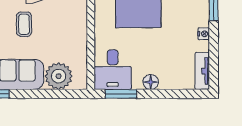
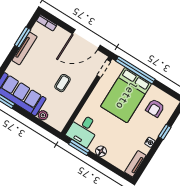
coffee table: (24, 24) -> (63, 83), moved
plant: (59, 76) -> (43, 115), width x0.53, depth x0.53

